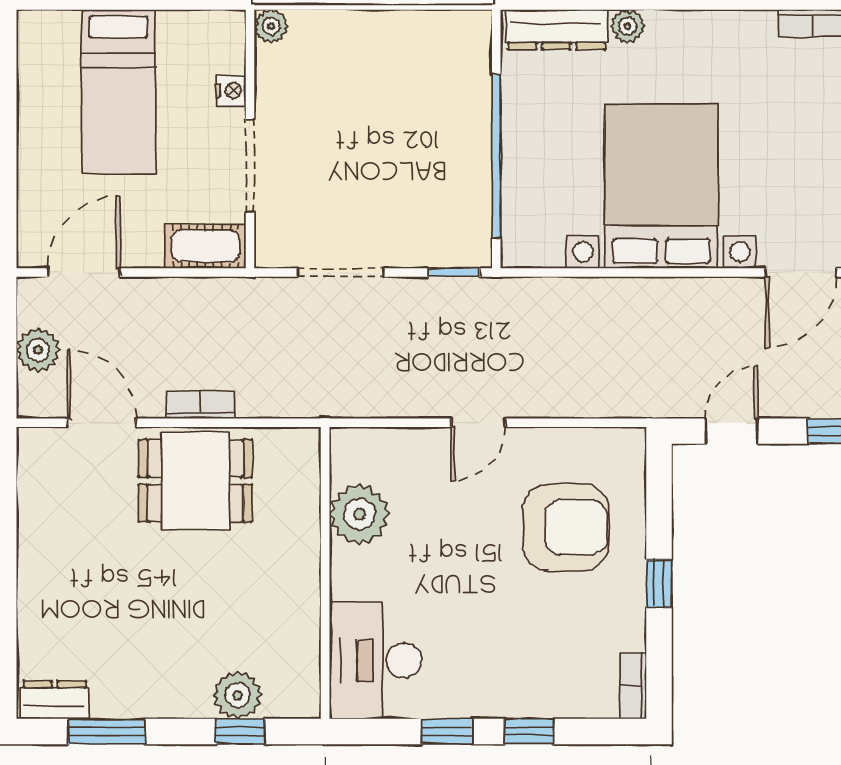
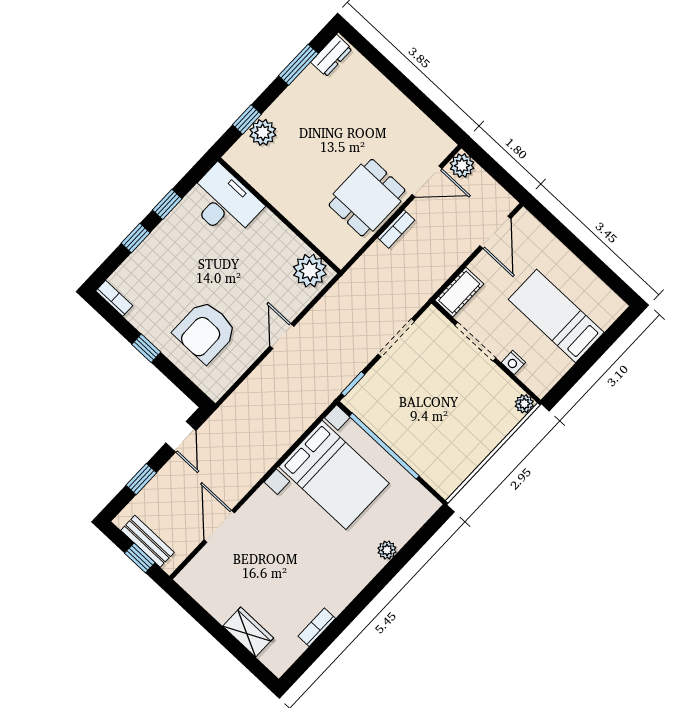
dresser: (556, 30) -> (413, 520), removed
bed with nightstands: (661, 186) -> (334, 475), moved
plant: (38, 350) -> (462, 166), moved
plant: (359, 514) -> (310, 271), moved

